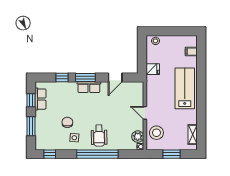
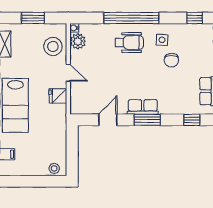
fridge: (153, 69) -> (58, 96), moved
window: (62, 77) -> (192, 120), moved
wheelchair: (99, 136) -> (129, 43), turned 91

